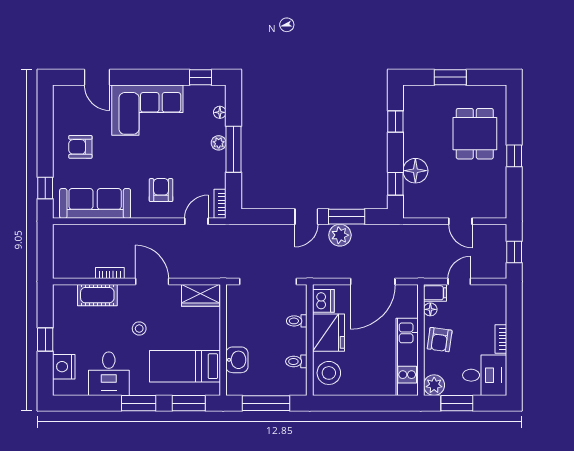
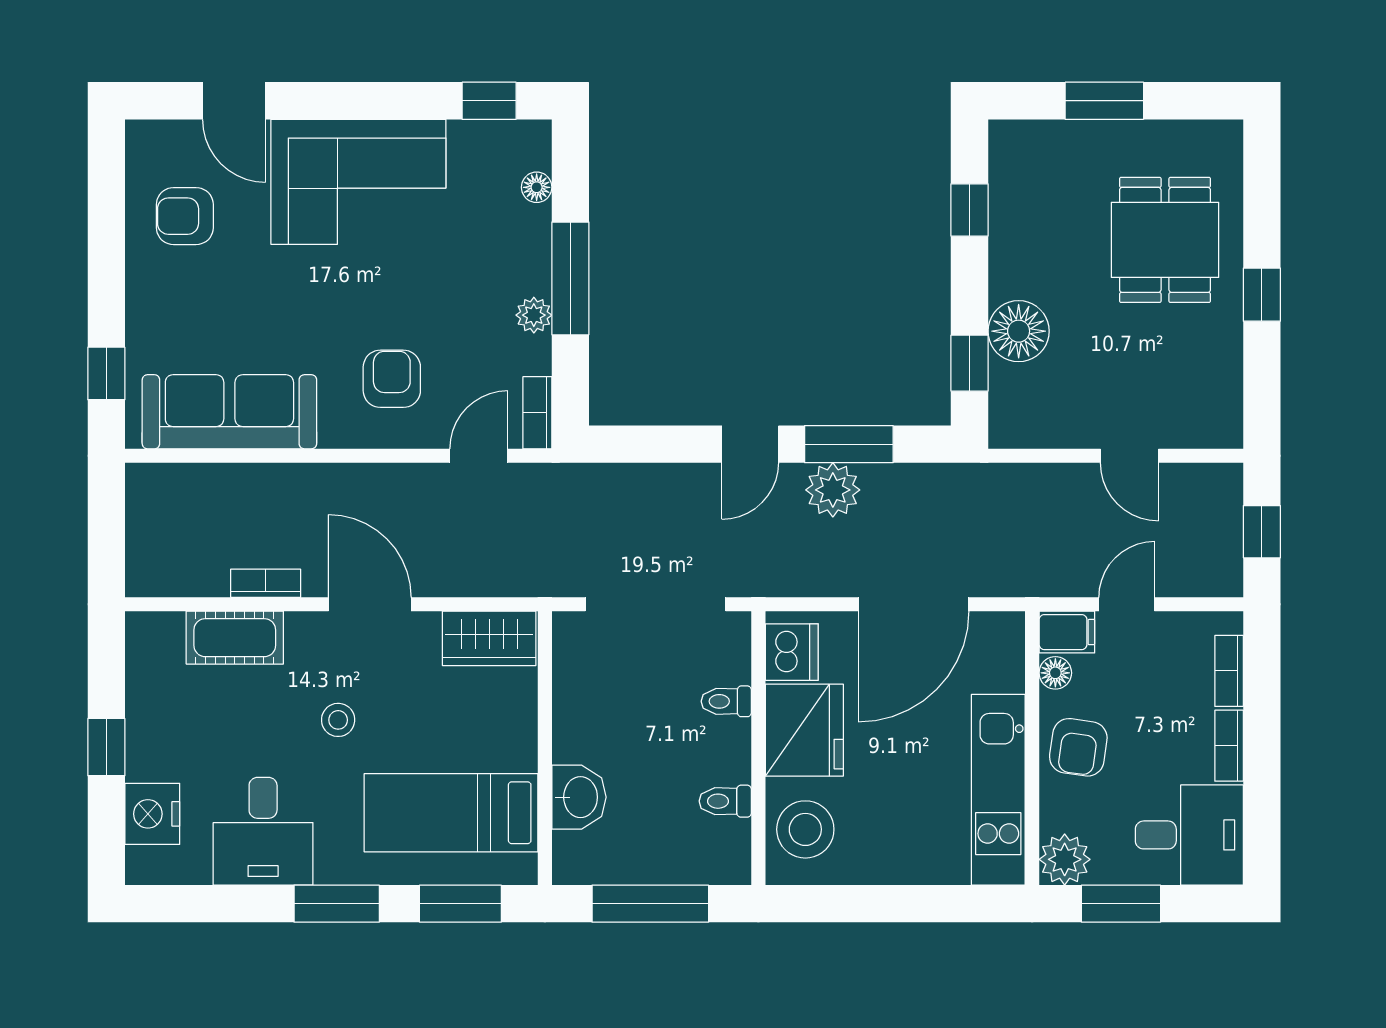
plant: (219, 143) -> (534, 315), moved
armchair: (80, 147) -> (185, 216), moved
bookcase: (501, 309) -> (1229, 671), added

